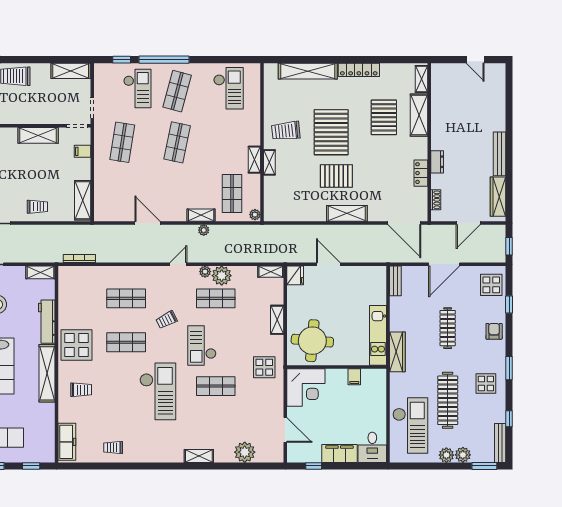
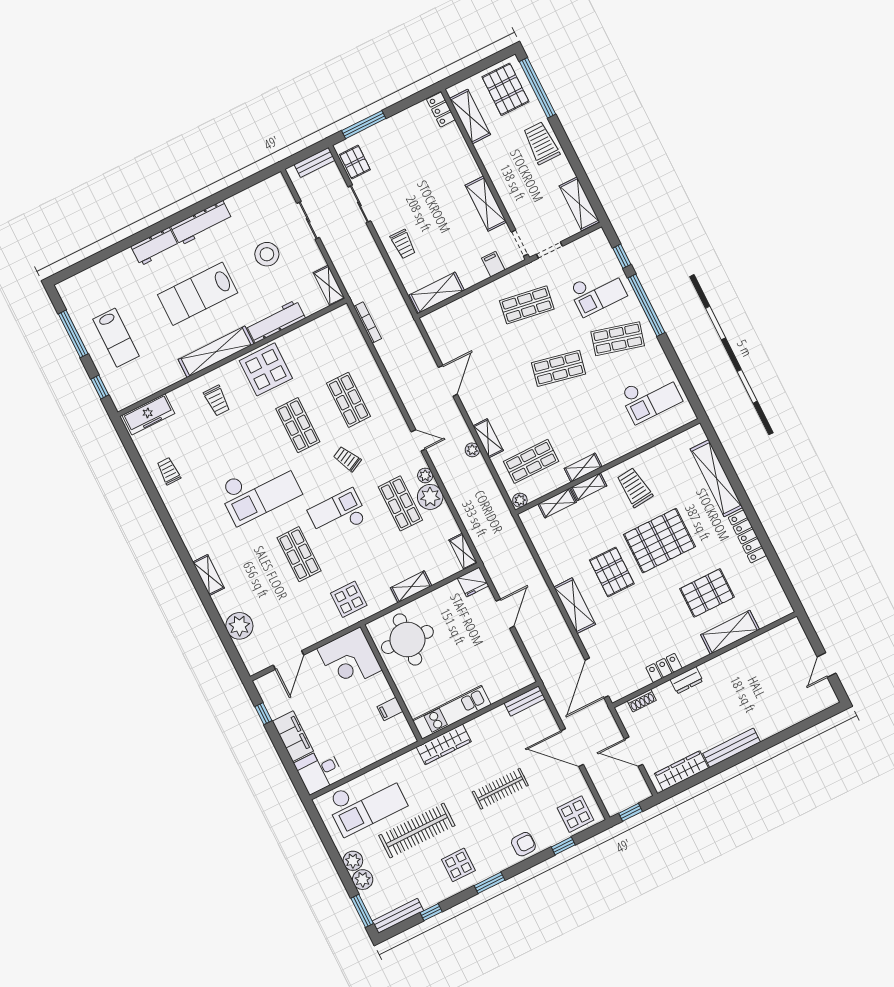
shelving: (421, 79) -> (557, 503), moved

